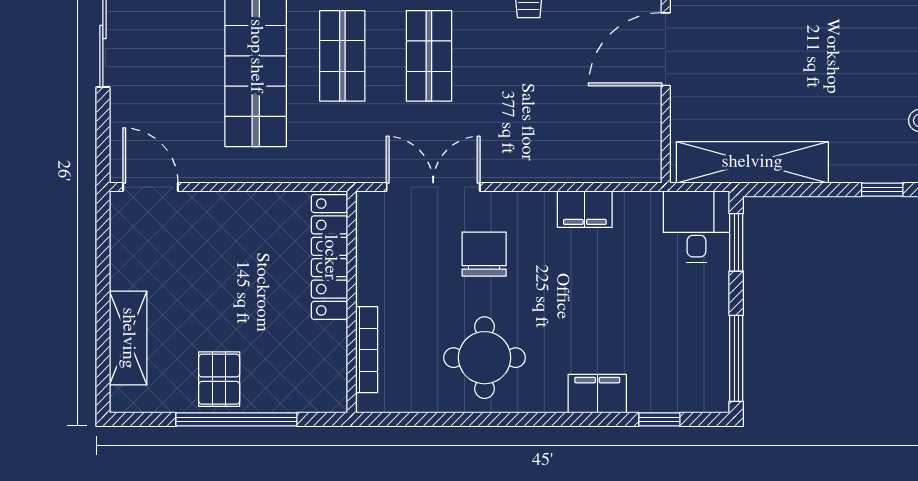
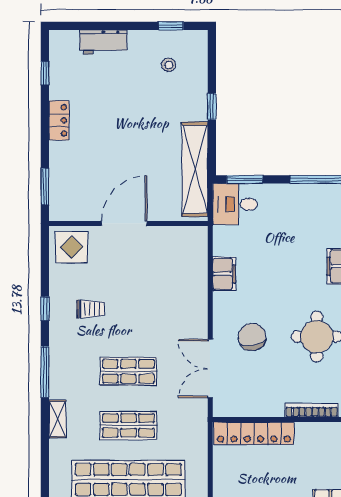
door: (666, 49) -> (124, 224), swing flipped
window: (882, 190) -> (212, 107), moved
chair: (484, 254) -> (252, 337), turned 78

